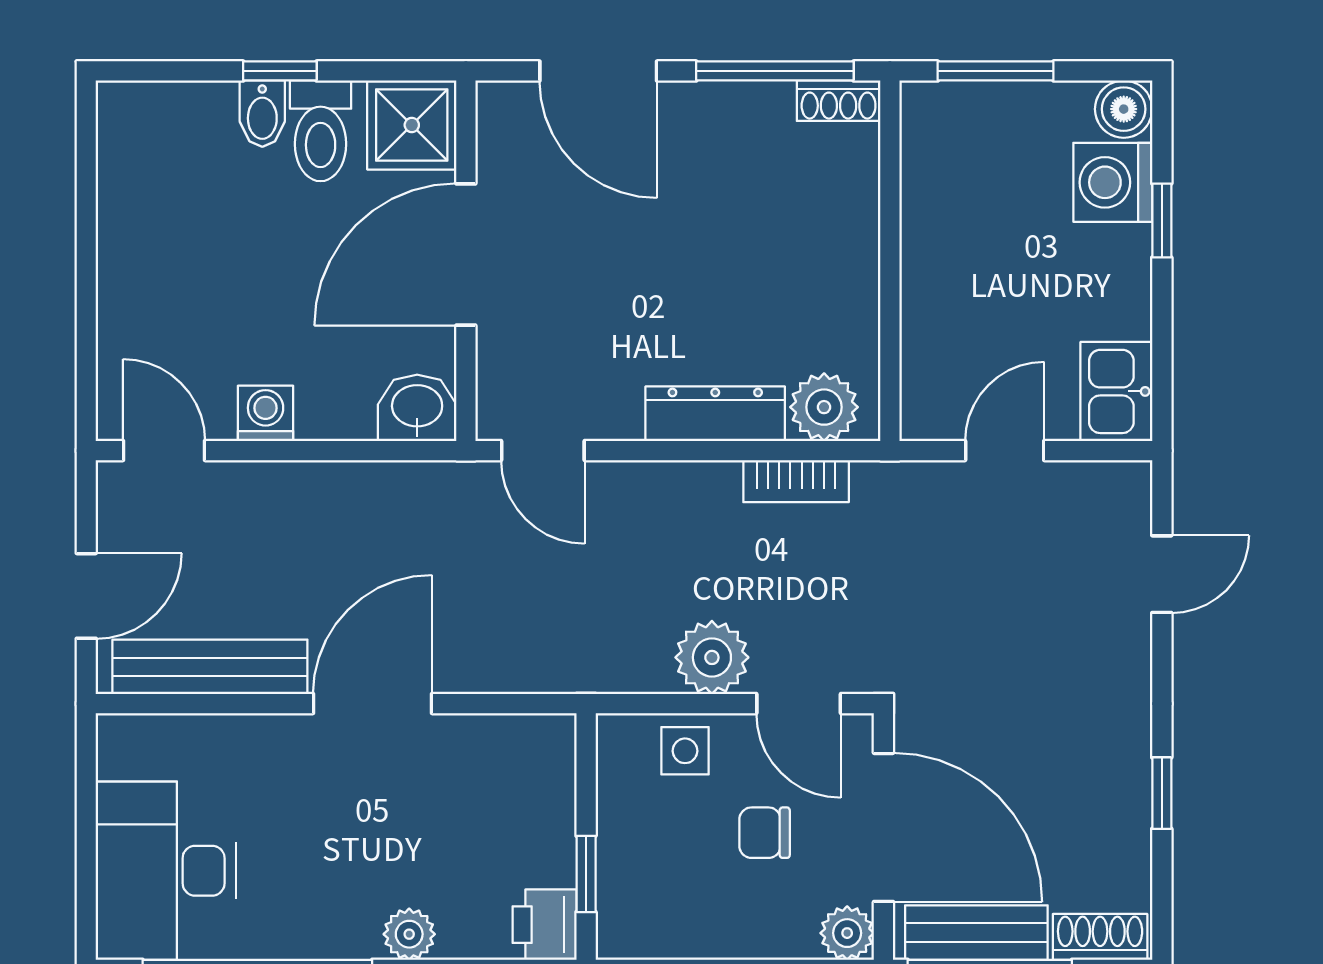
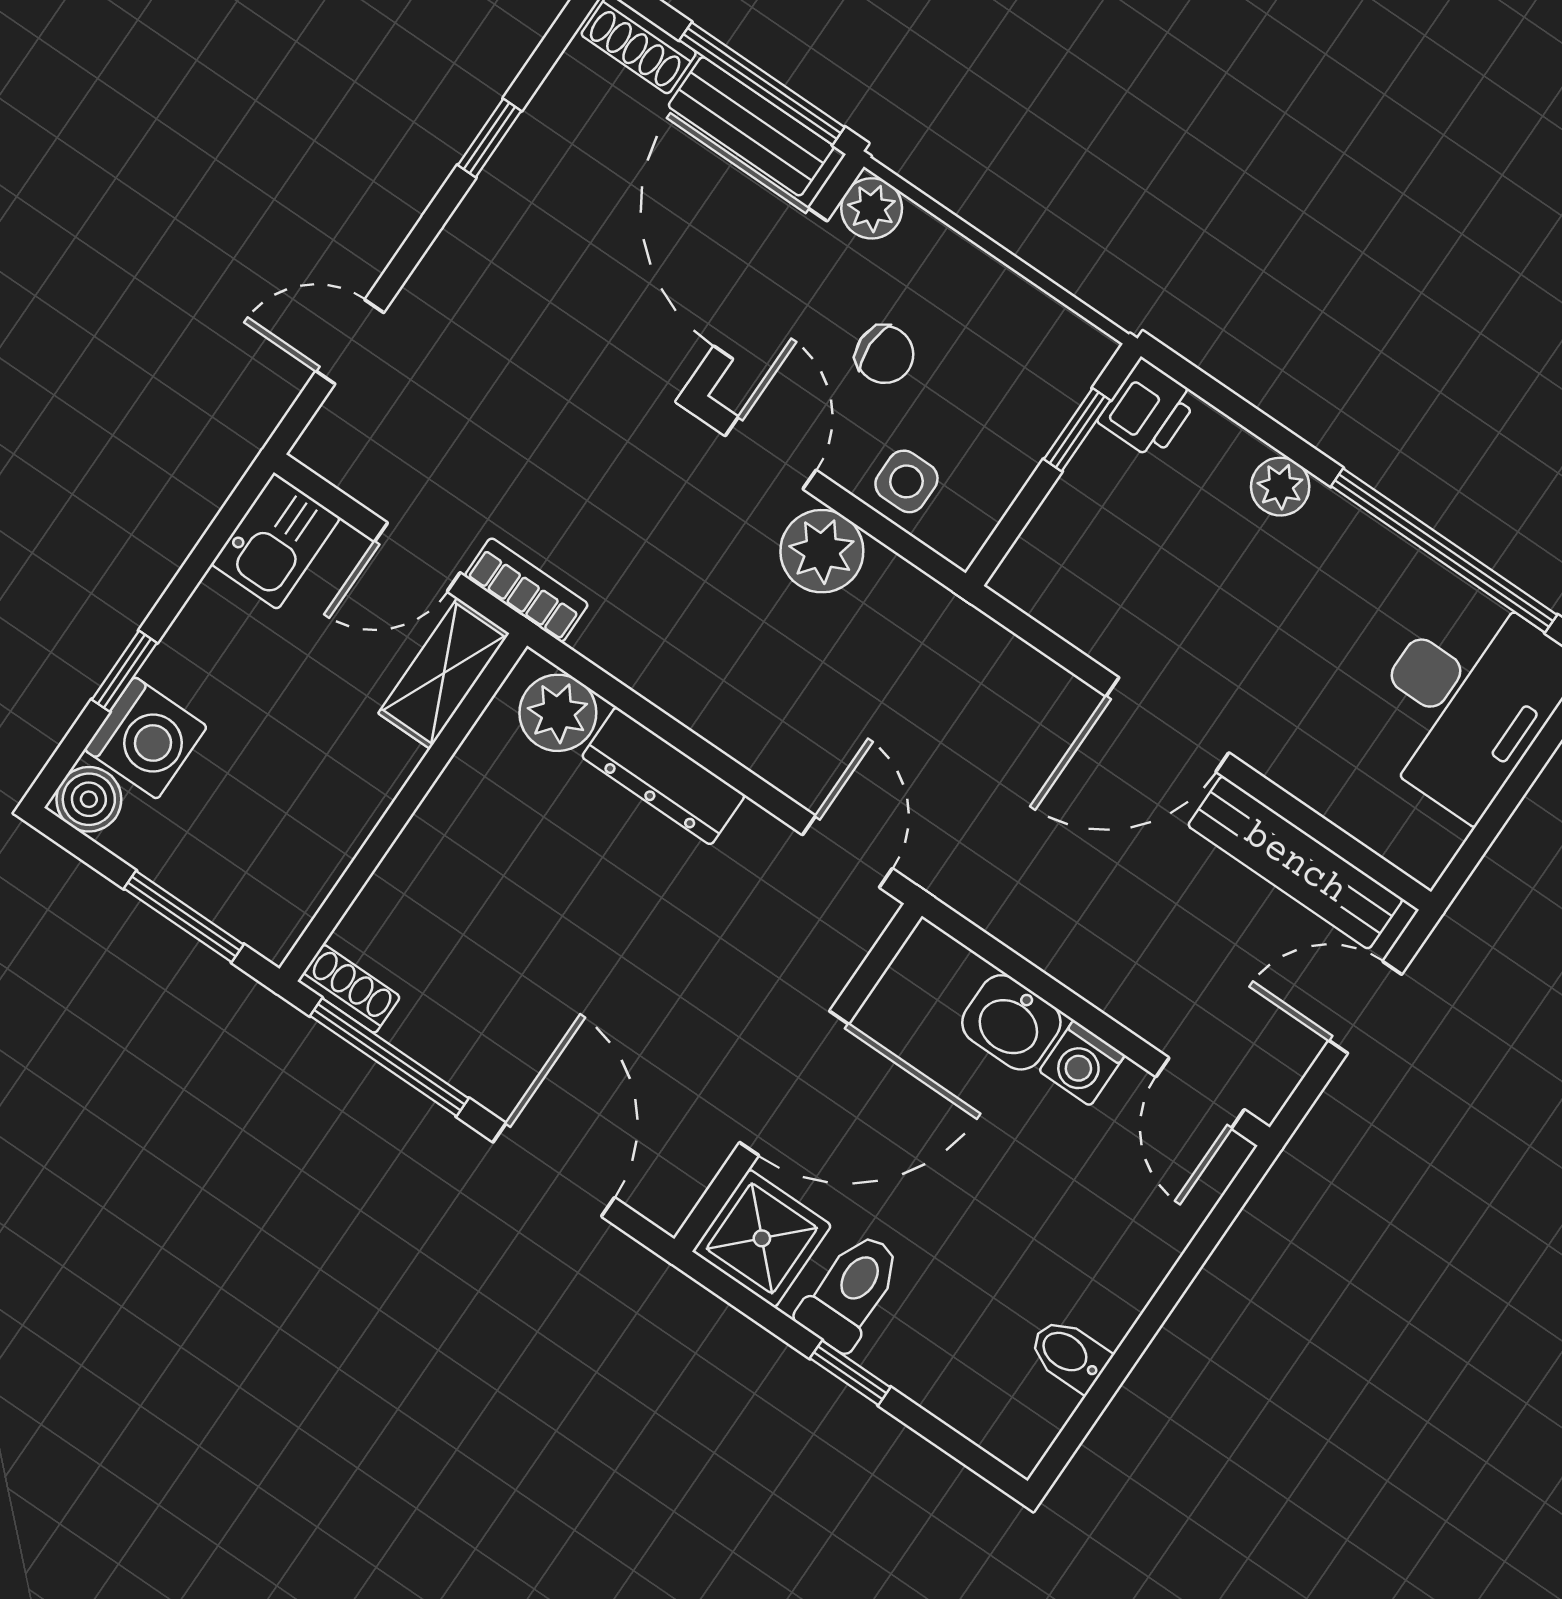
bidet: (262, 114) -> (1069, 1354), moved, turned -90
shelving: (927, 379) -> (444, 673), added
washbasin: (417, 408) -> (1011, 1022), moved
bookcase: (796, 481) -> (526, 590), moved

